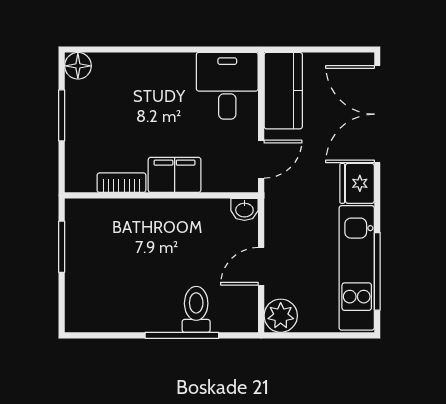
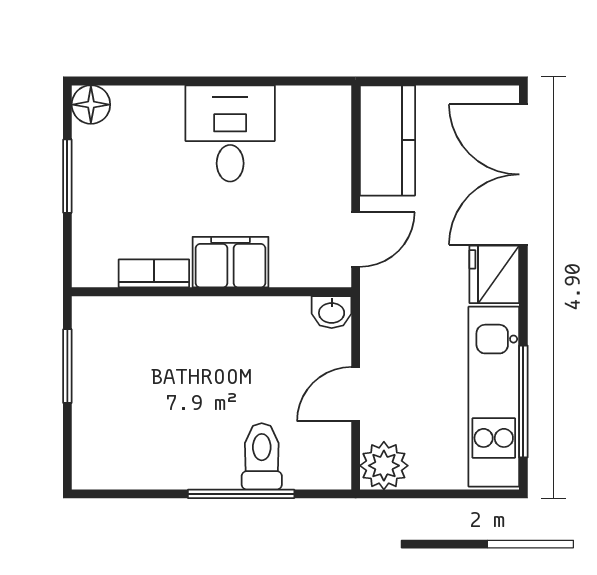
desk: (227, 86) -> (230, 133), moved

